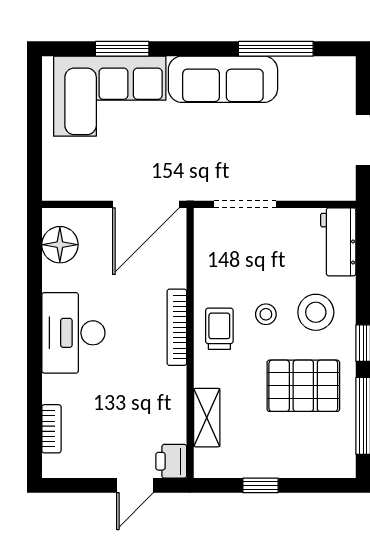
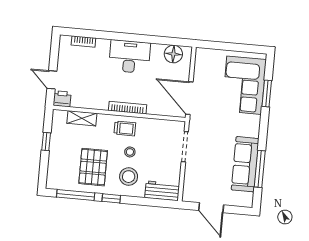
sofa: (223, 79) -> (245, 164), moved

